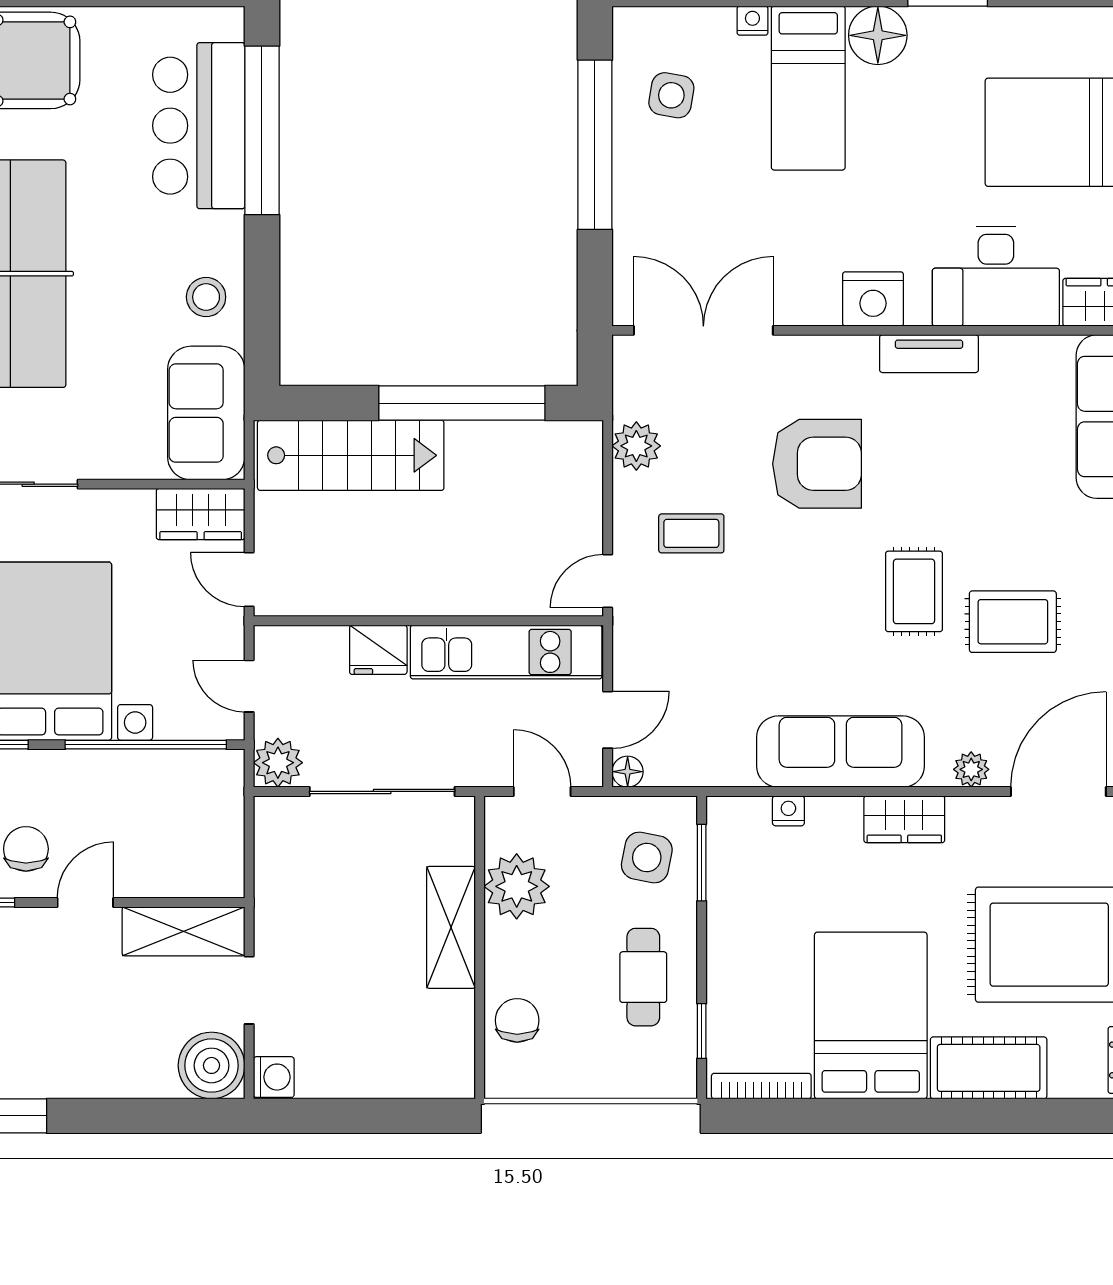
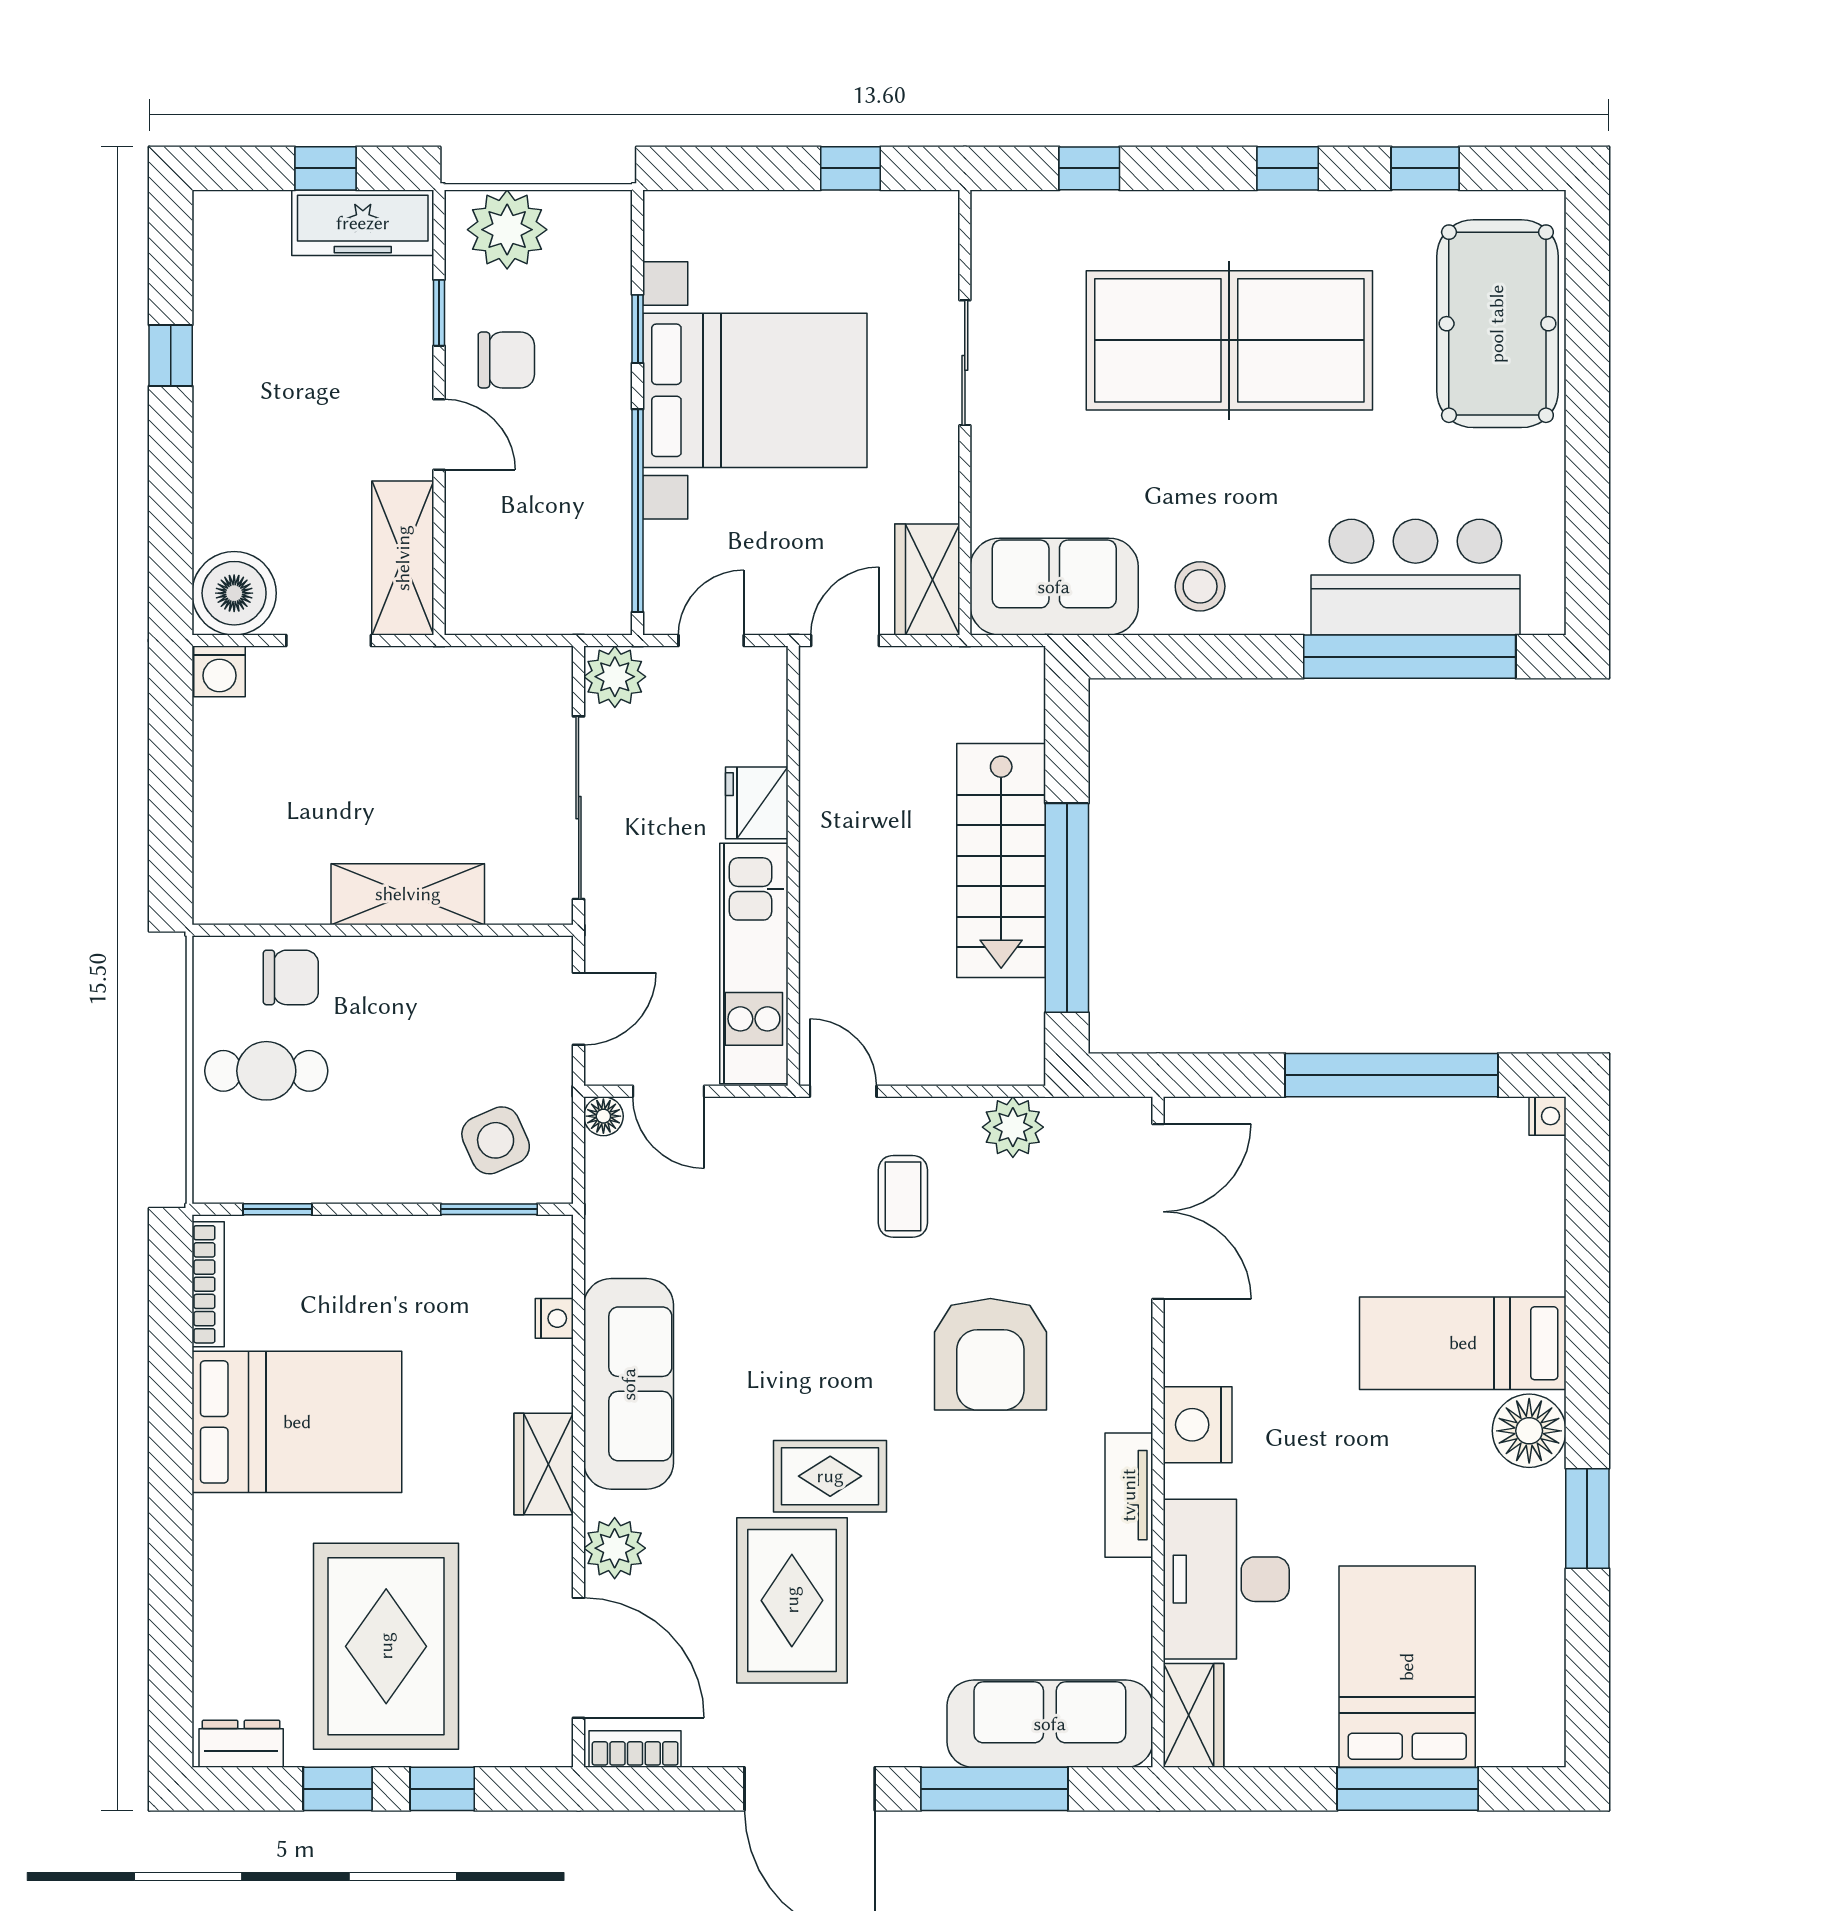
nightstand: (752, 21) -> (1548, 1116), moved
side table: (671, 95) -> (1454, 1171), removed
stairs: (351, 455) -> (1001, 860), moved
rug: (1013, 622) -> (792, 1600), width x1.36, depth x1.43
plant: (971, 769) -> (615, 1548), width x1.38, depth x1.38
side table: (647, 858) -> (496, 1140), turned -35
plant: (517, 886) -> (459, 977), removed
cafe table: (643, 977) -> (266, 1071), moved
cot: (989, 1068) -> (231, 1570), removed

